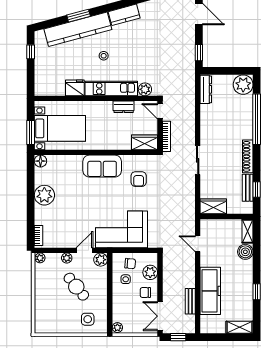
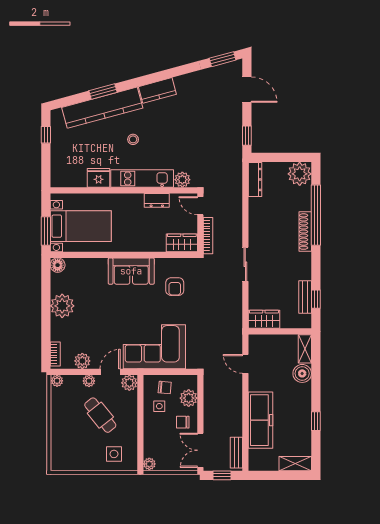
shoe rack: (248, 156) -> (305, 232), moved
plant: (61, 241) -> (82, 361), added
bench: (190, 301) -> (236, 453), moved

